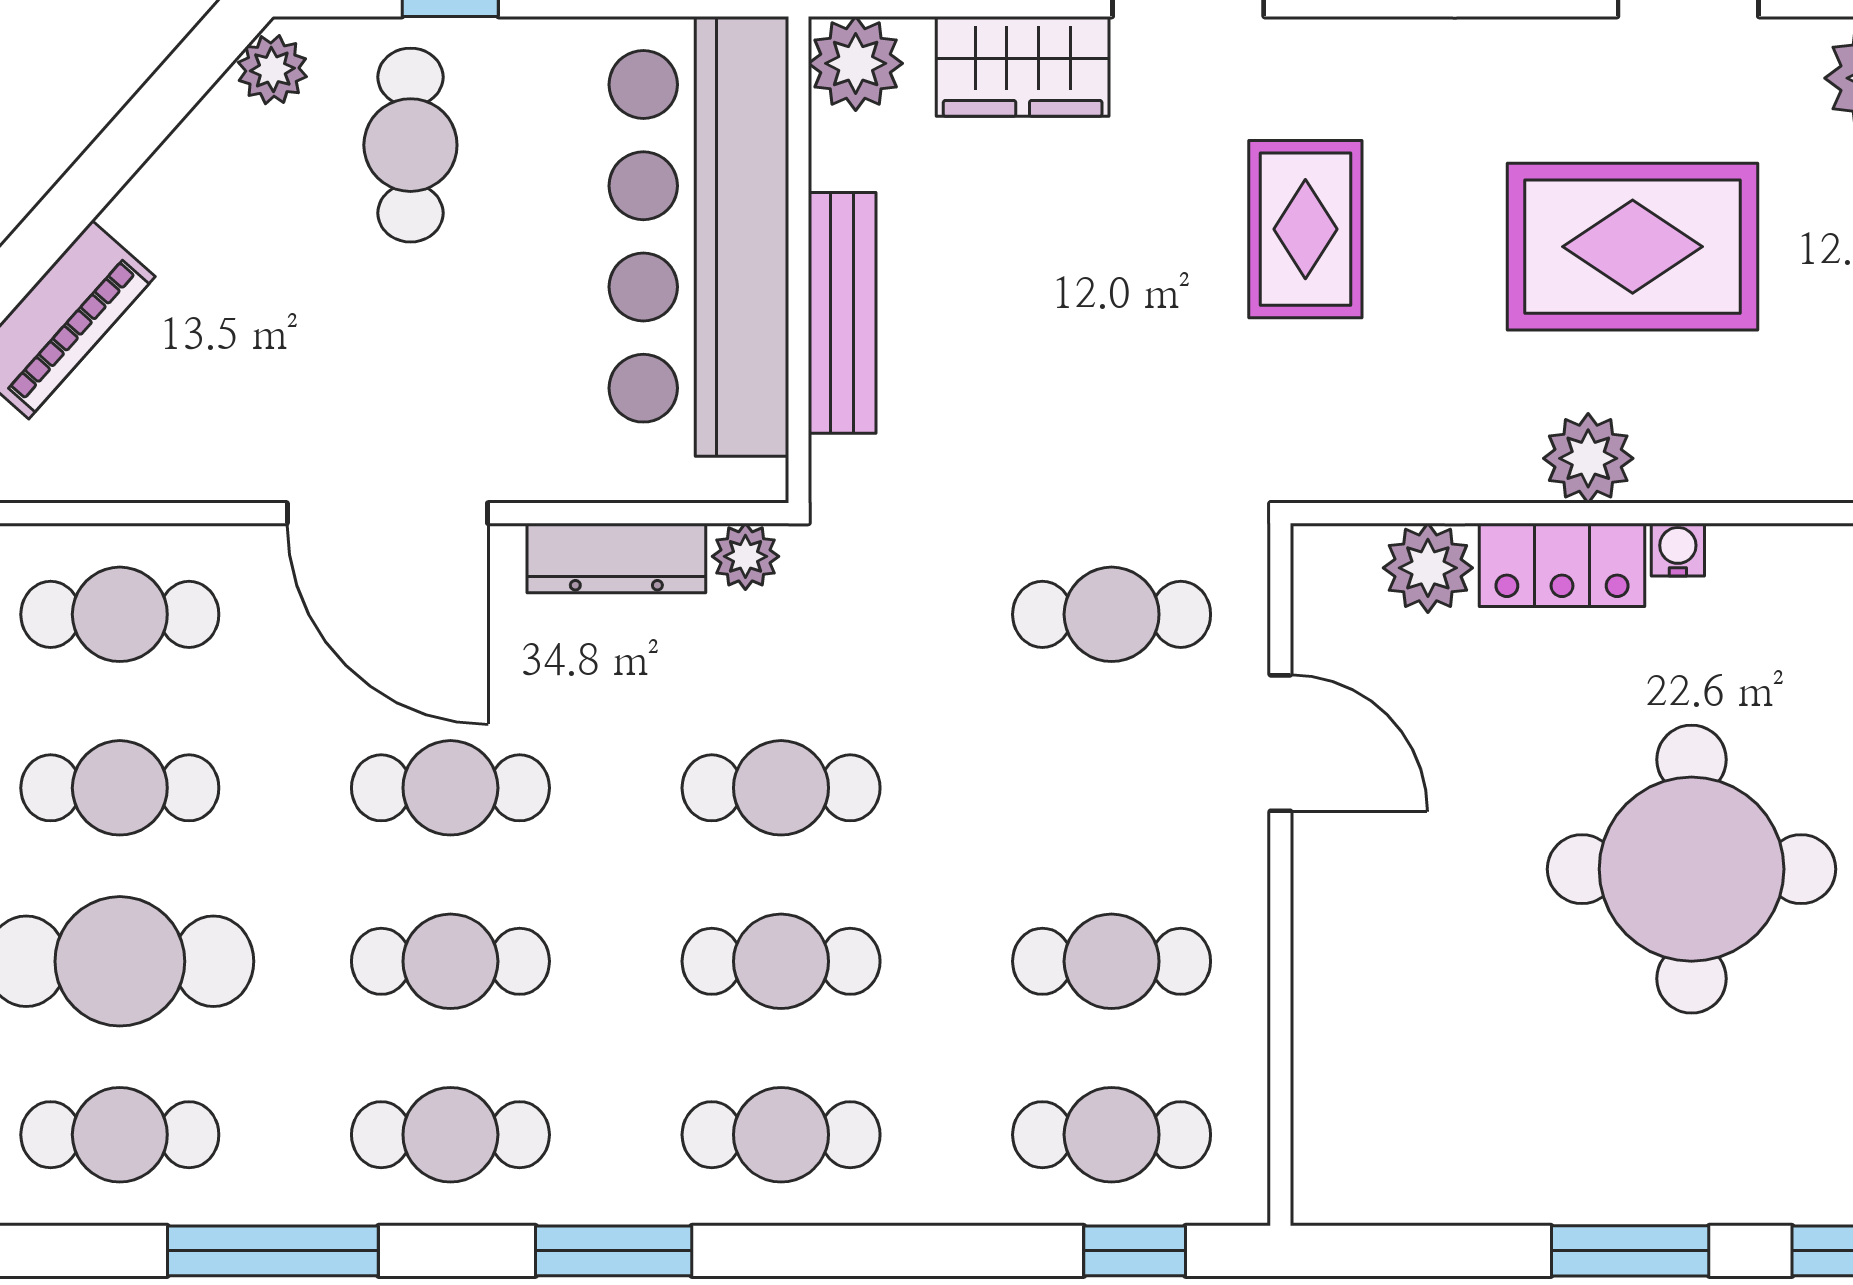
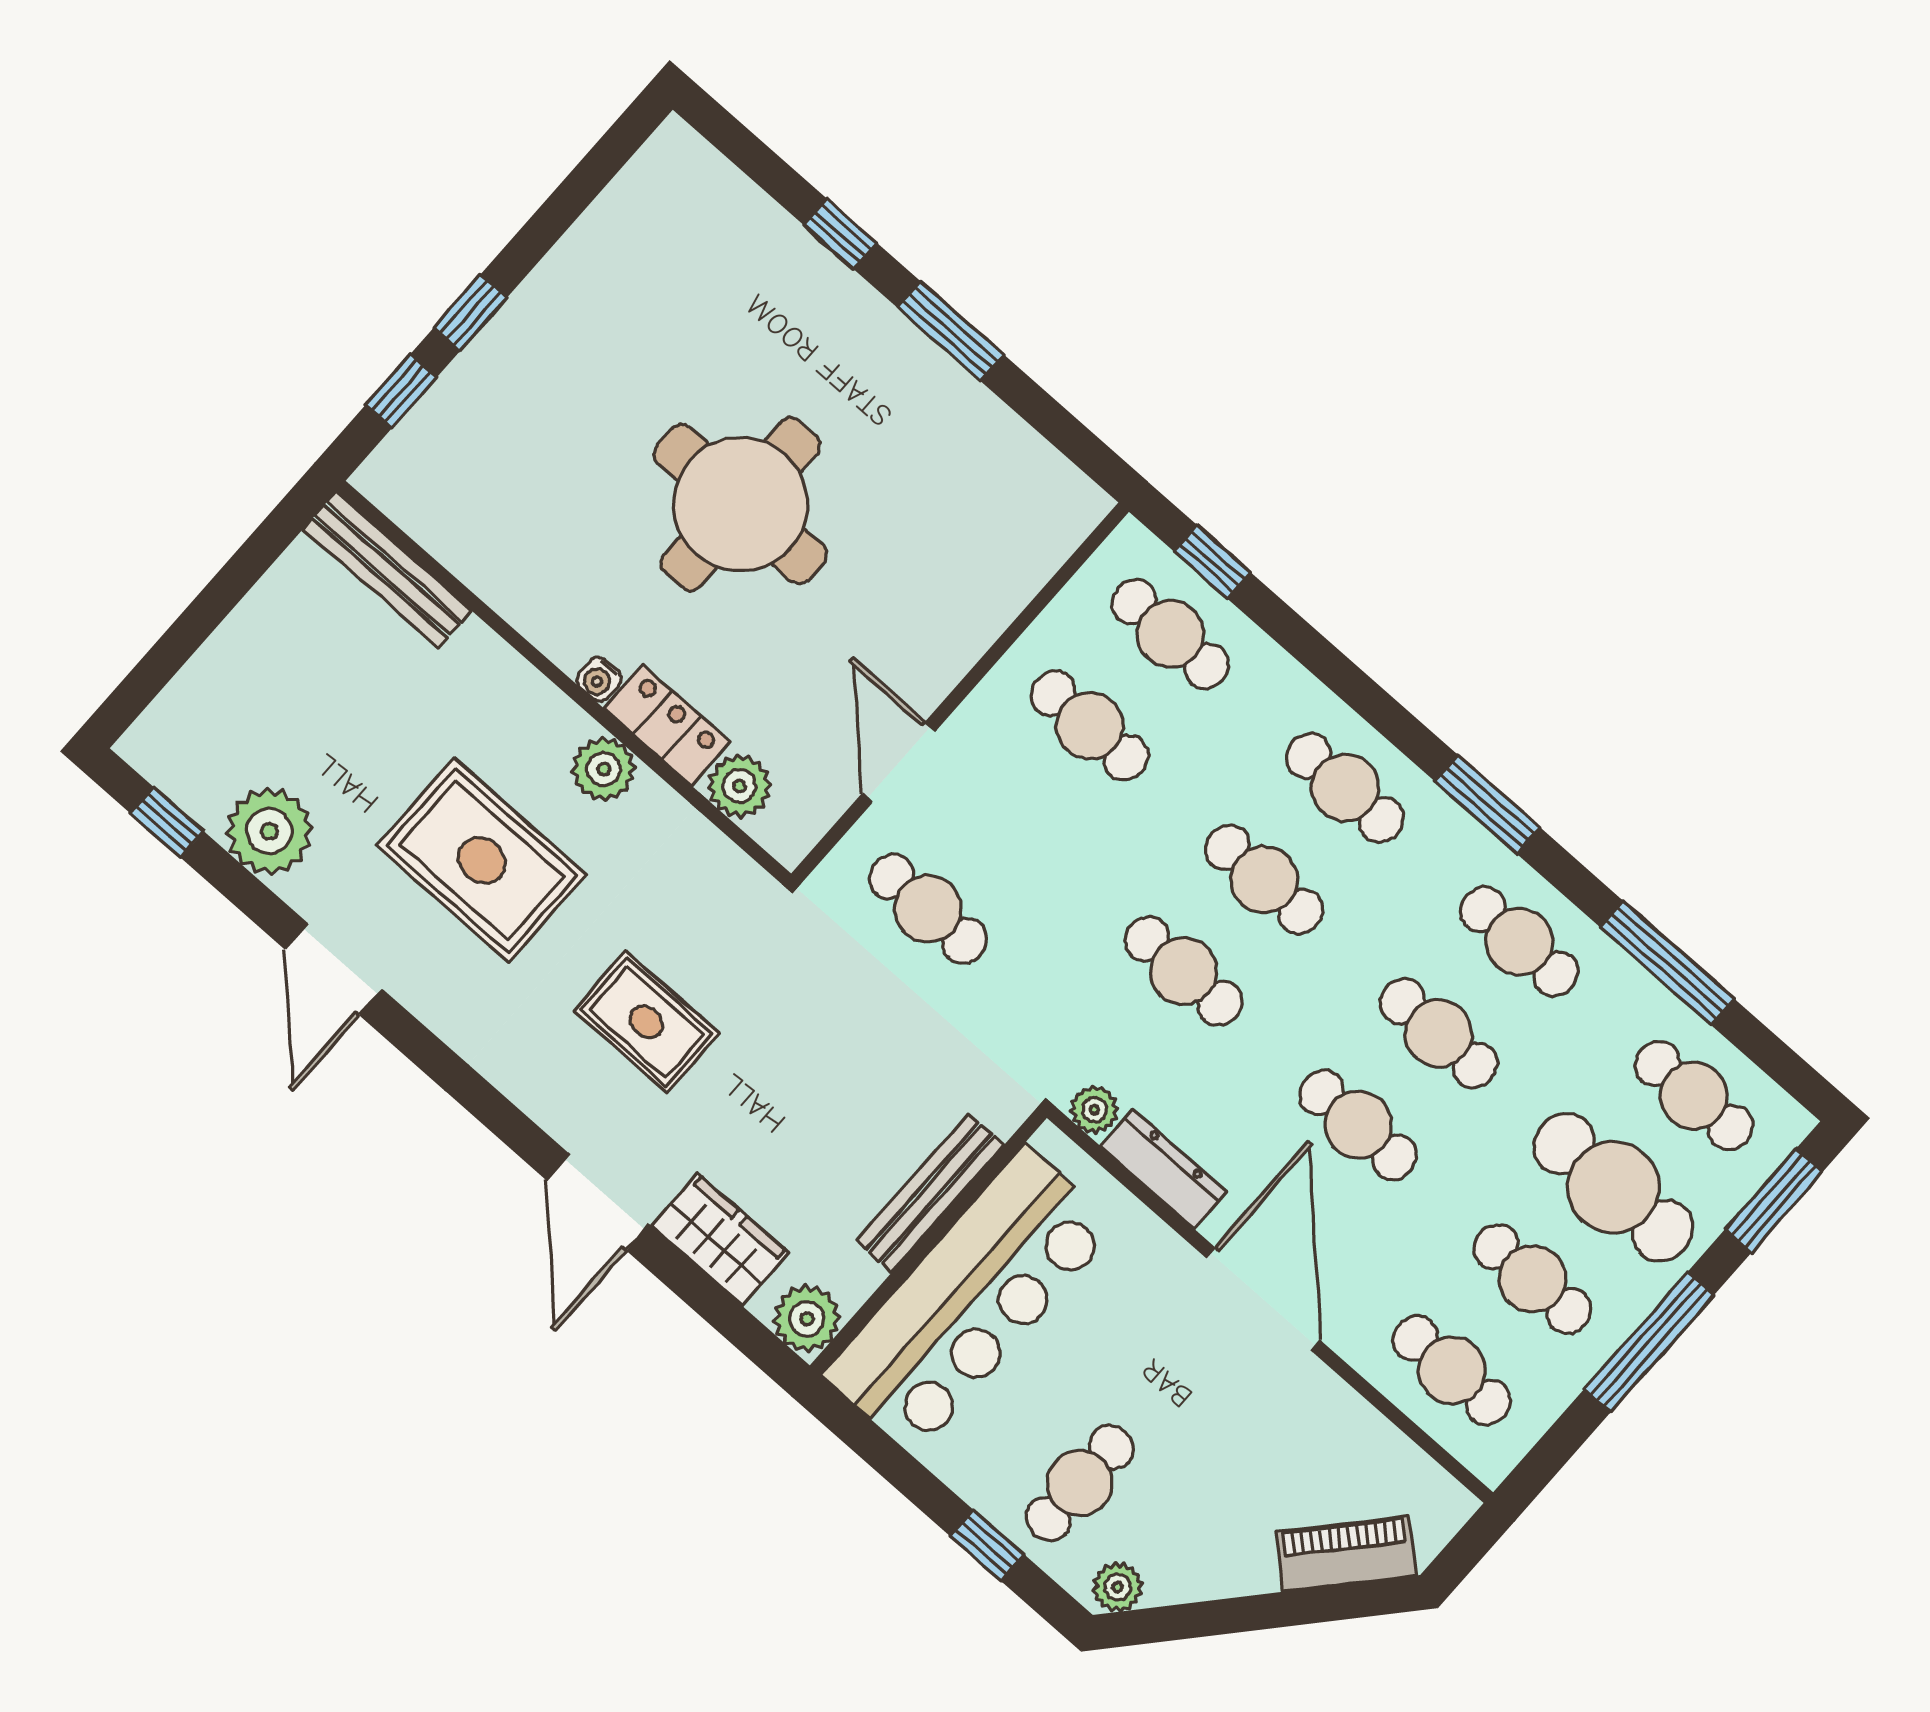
rug: (1305, 229) -> (646, 1022), turned 90

